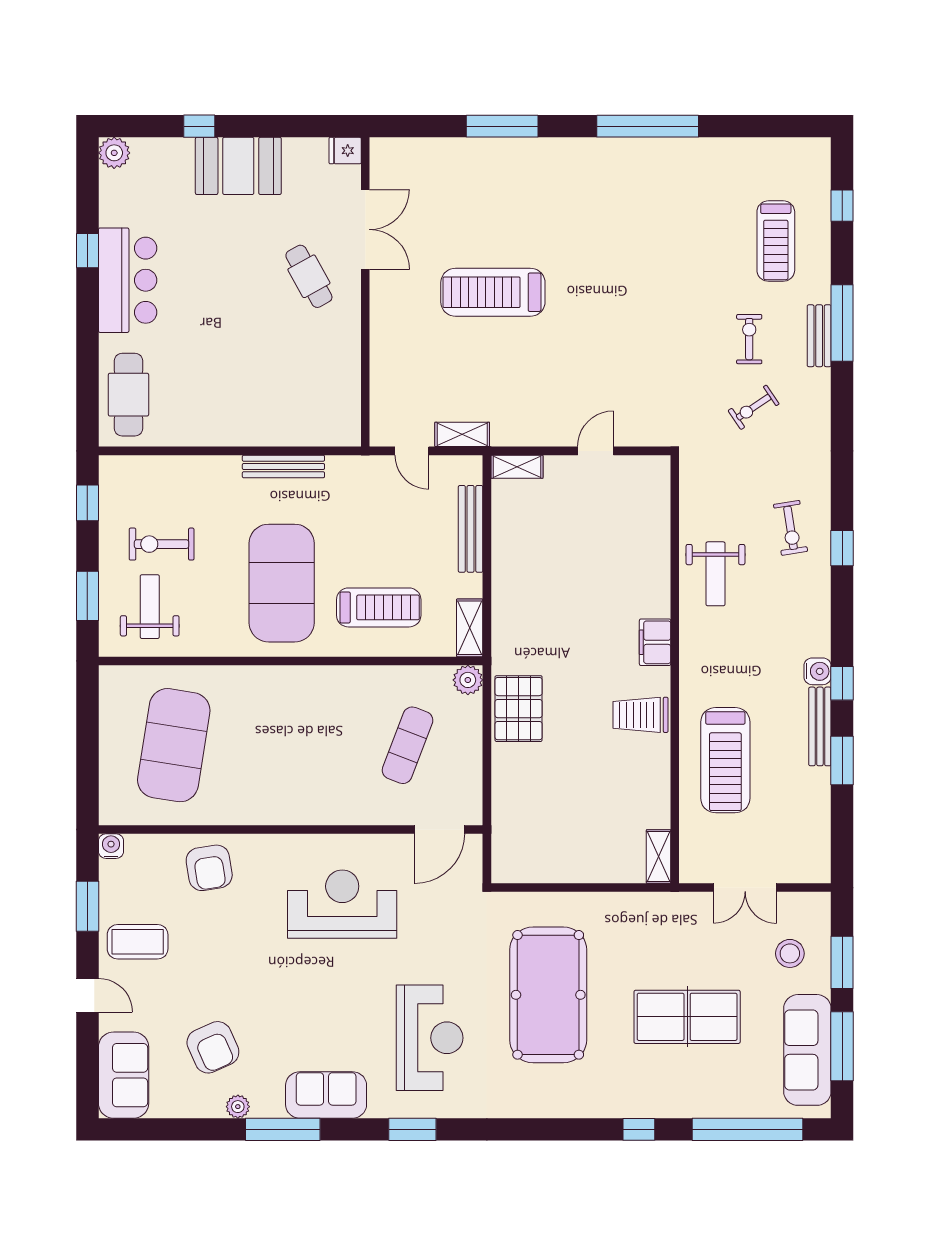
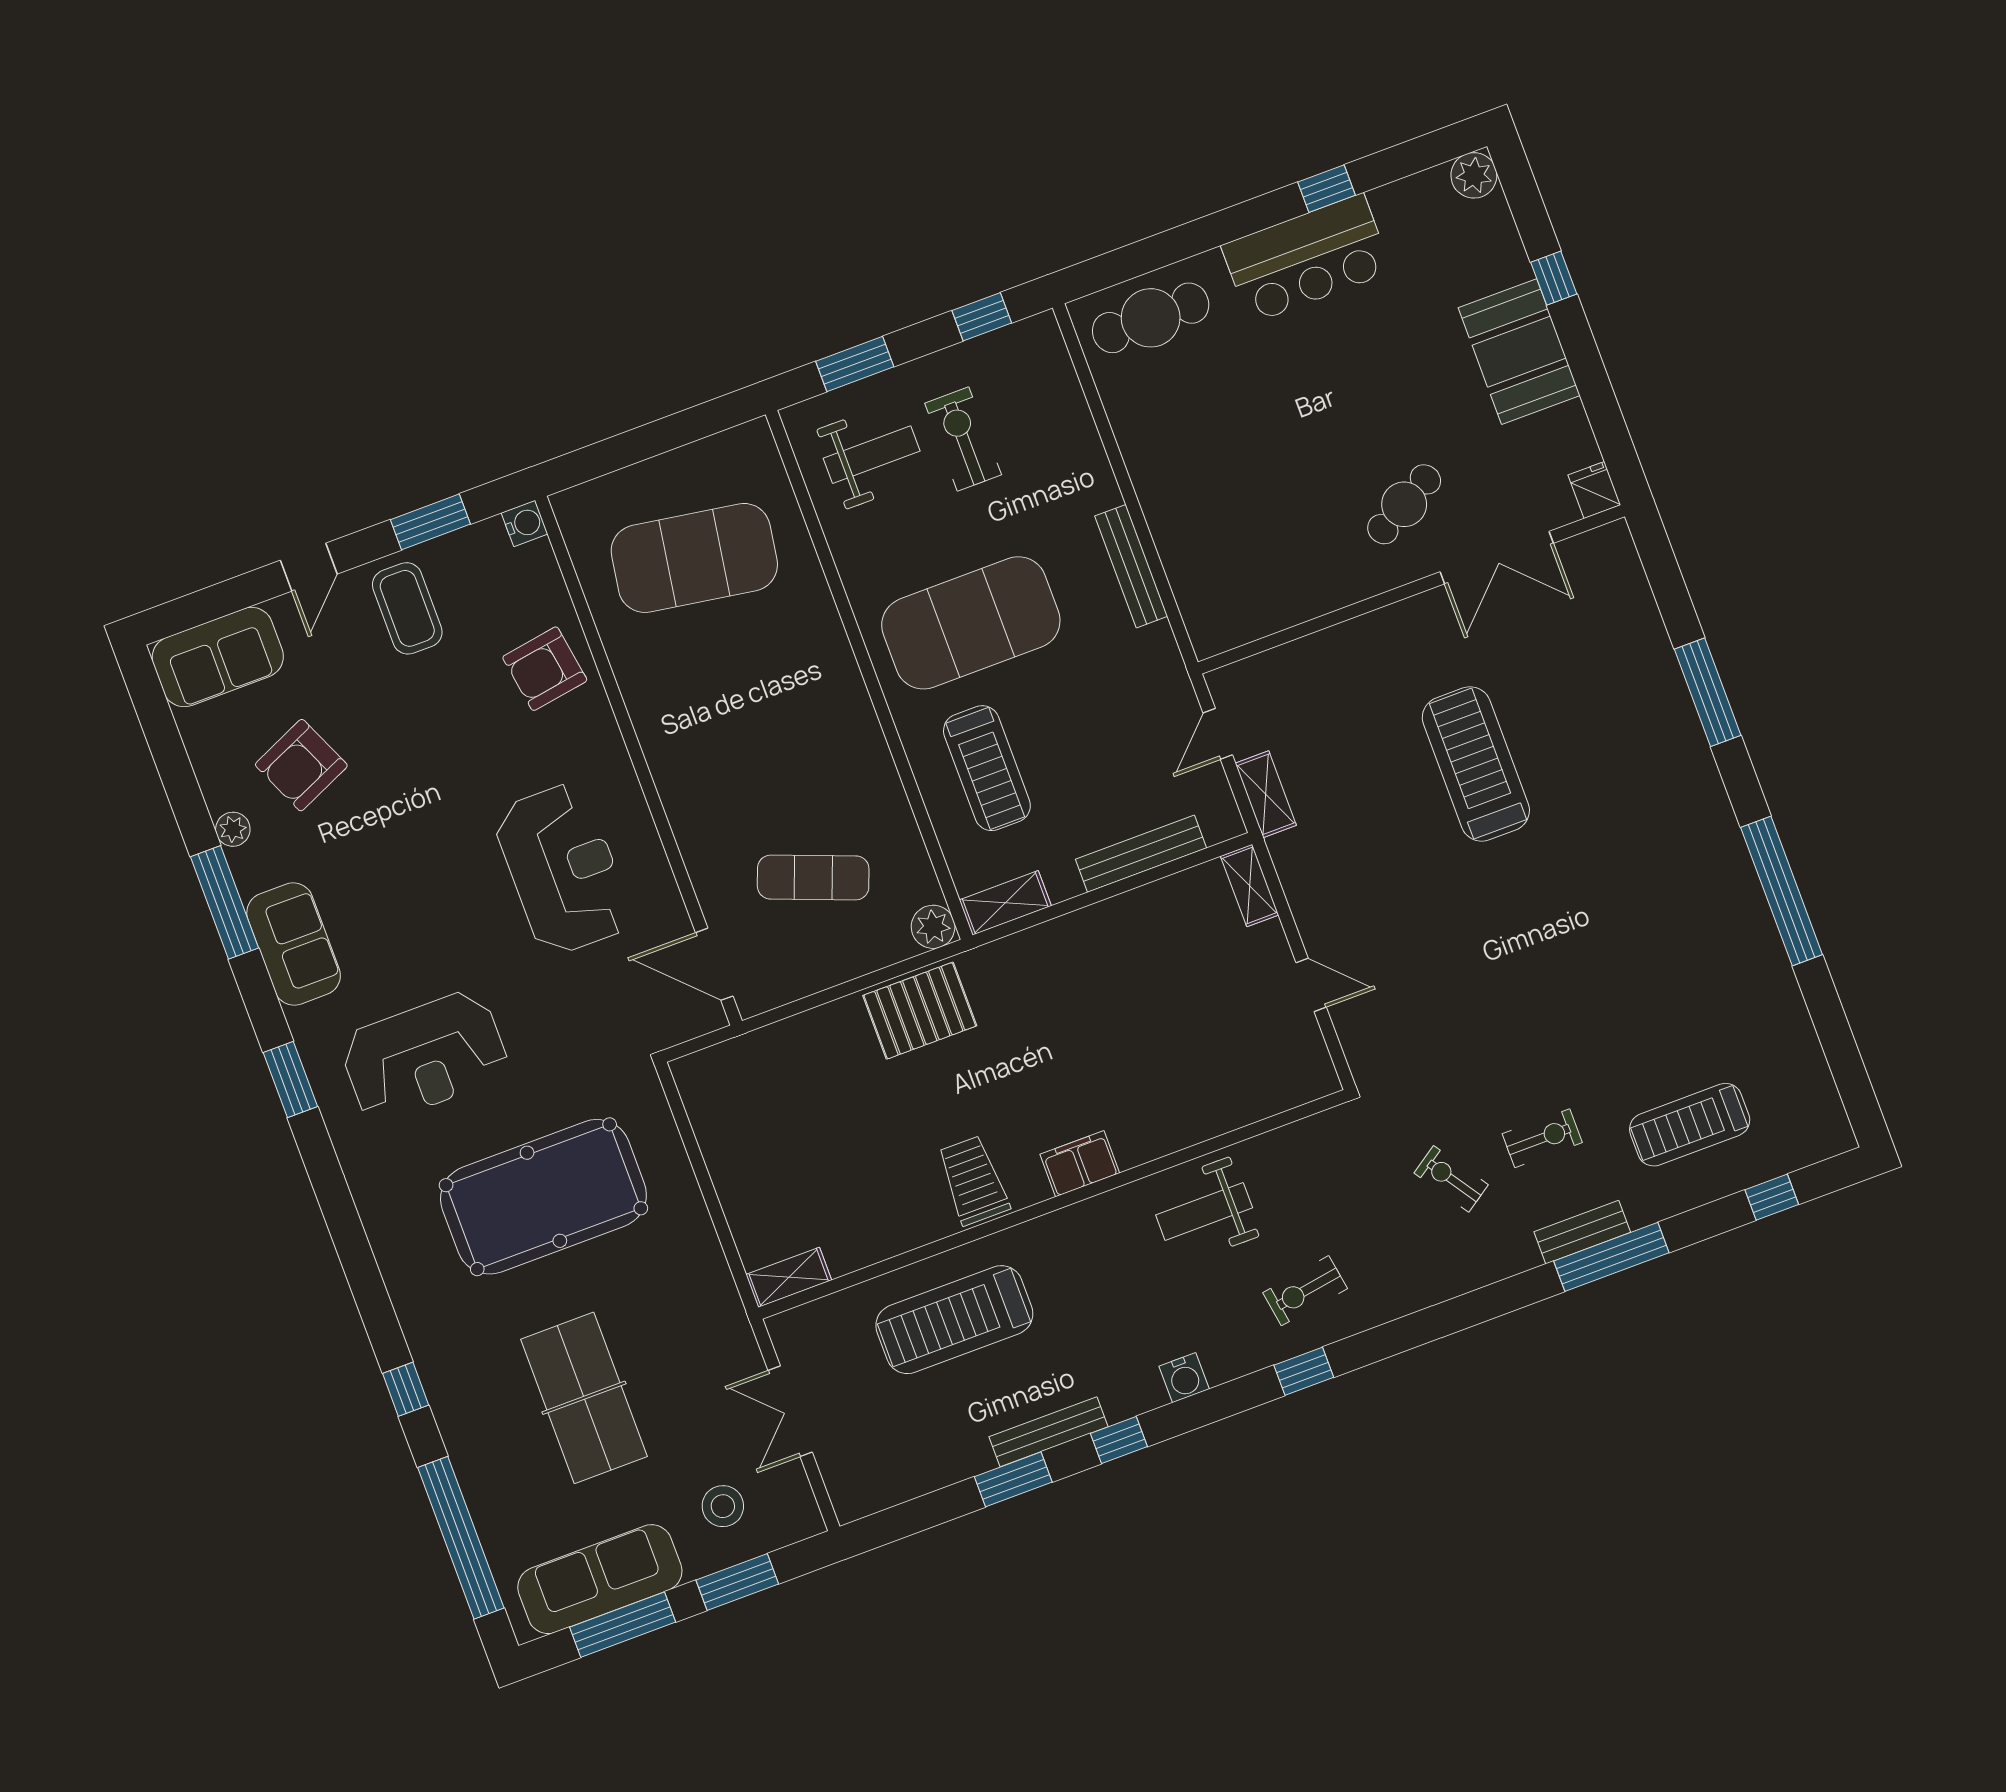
water cooler: (818, 671) -> (1184, 1378), moved

